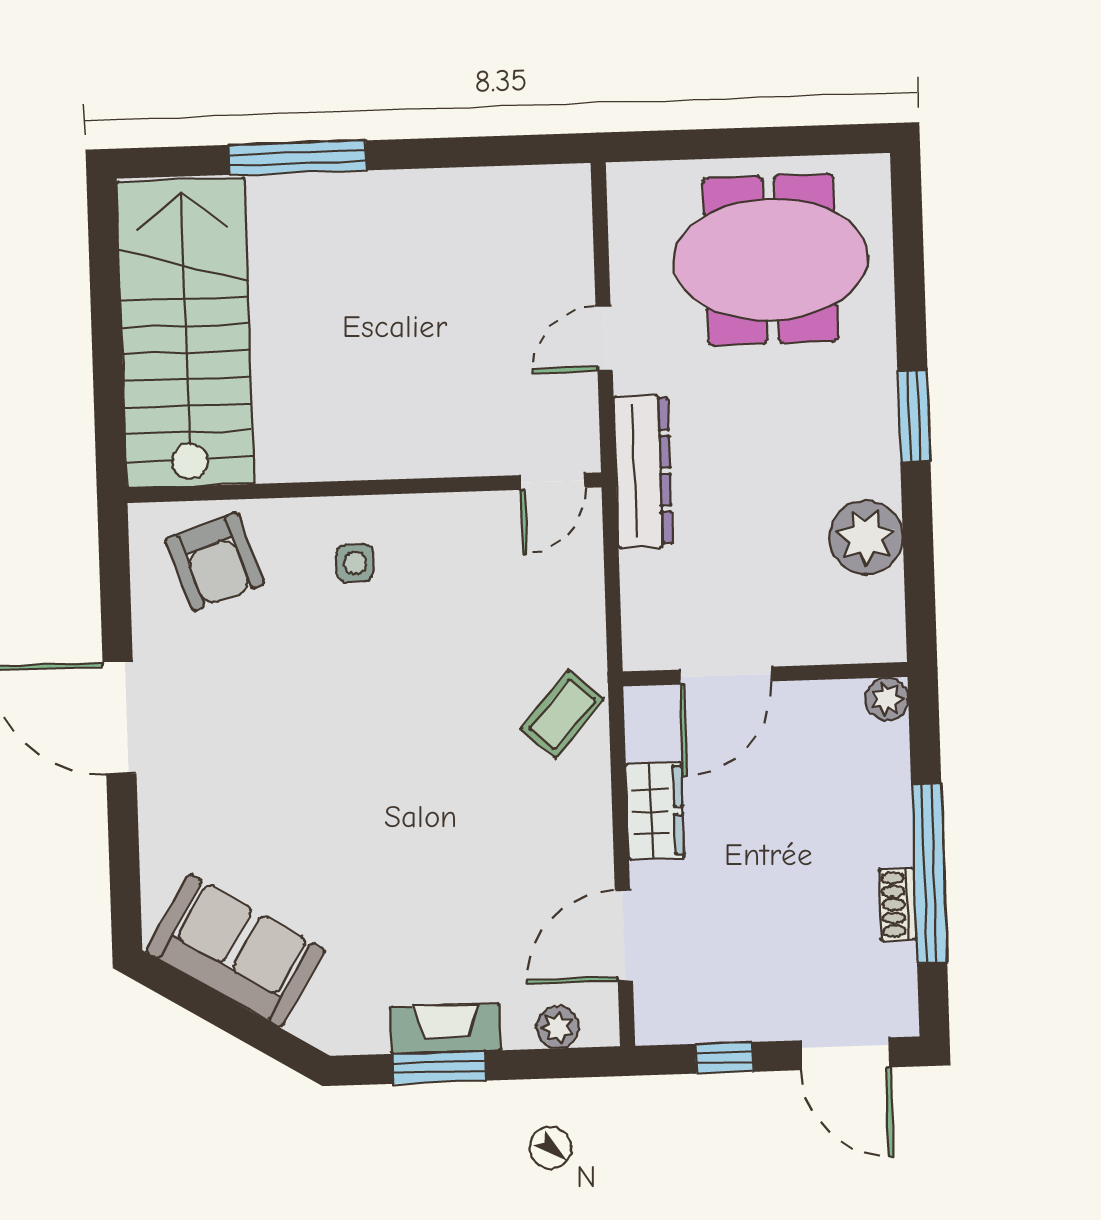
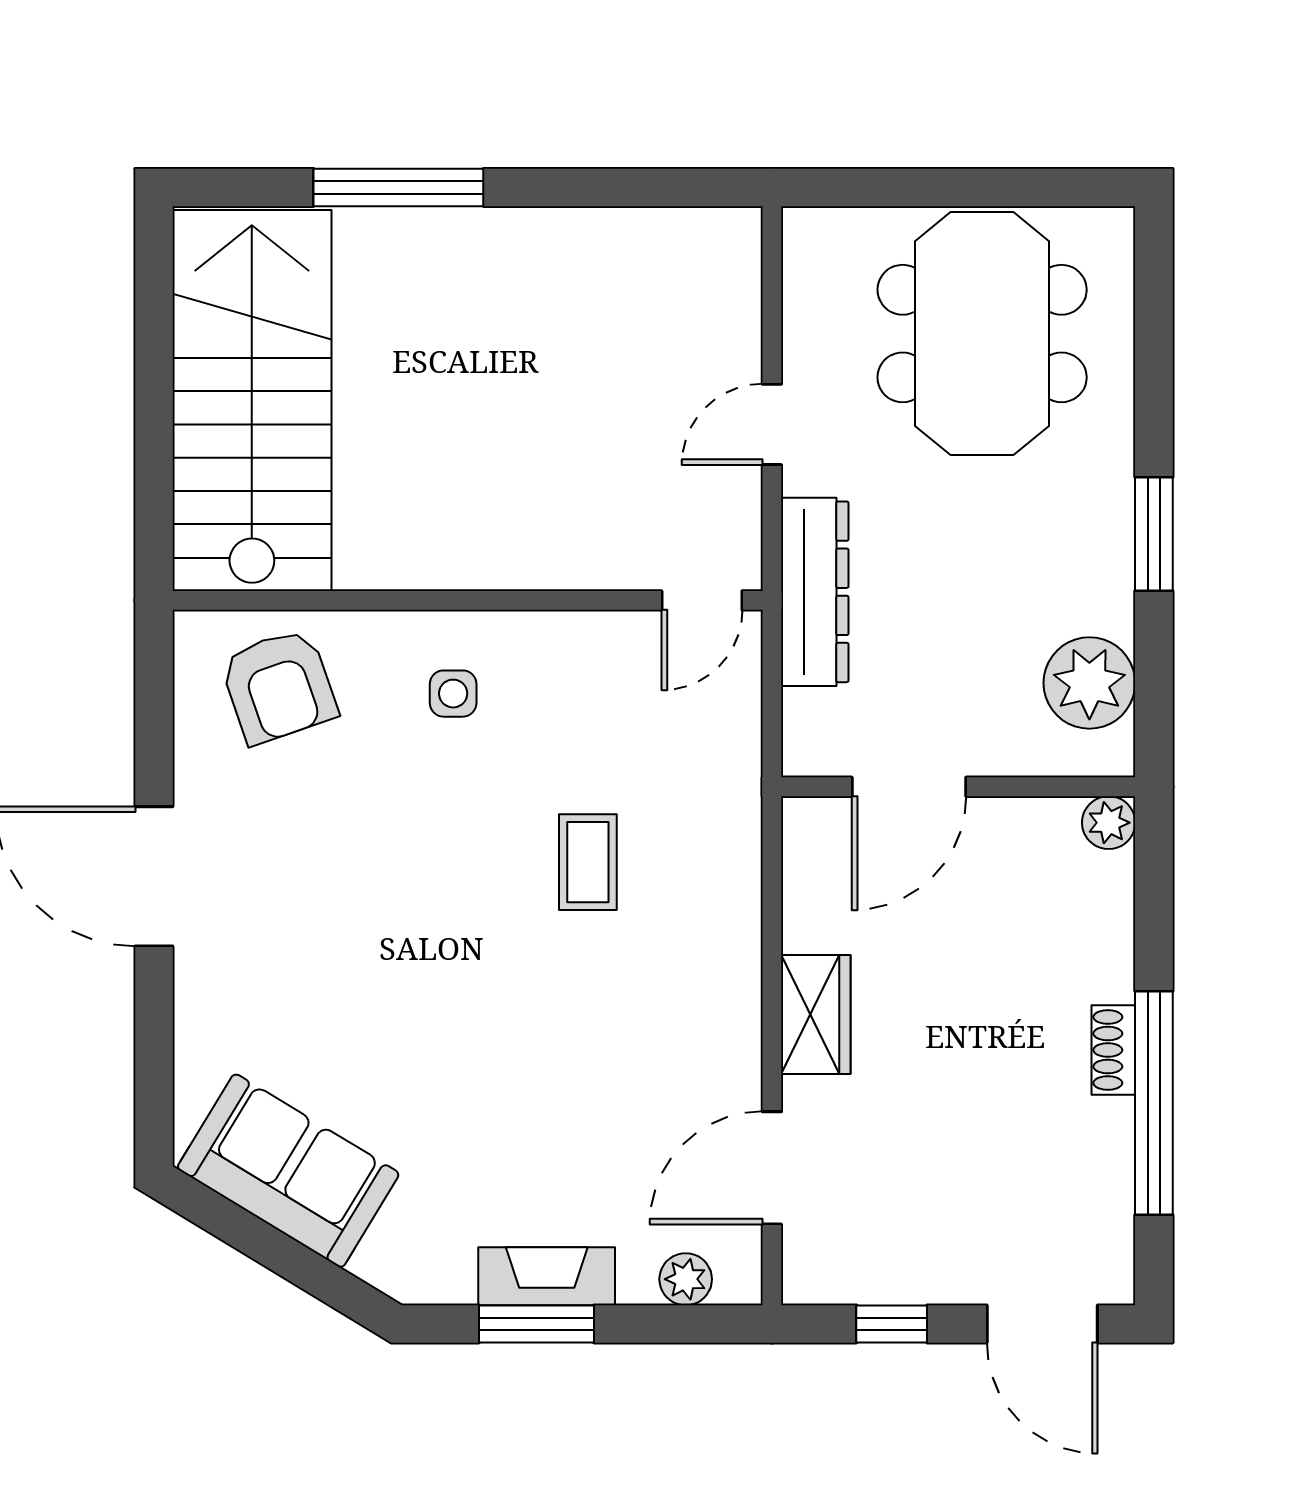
meeting table: (771, 260) -> (982, 334), turned 90
wall: (765, 674) -> (958, 787), moved
door: (726, 676) -> (909, 787), moved
plant: (887, 699) -> (1109, 823), moved
coffee table: (562, 714) -> (588, 862), moved, turned -41
shoe rack: (898, 904) -> (1113, 1050), moved

